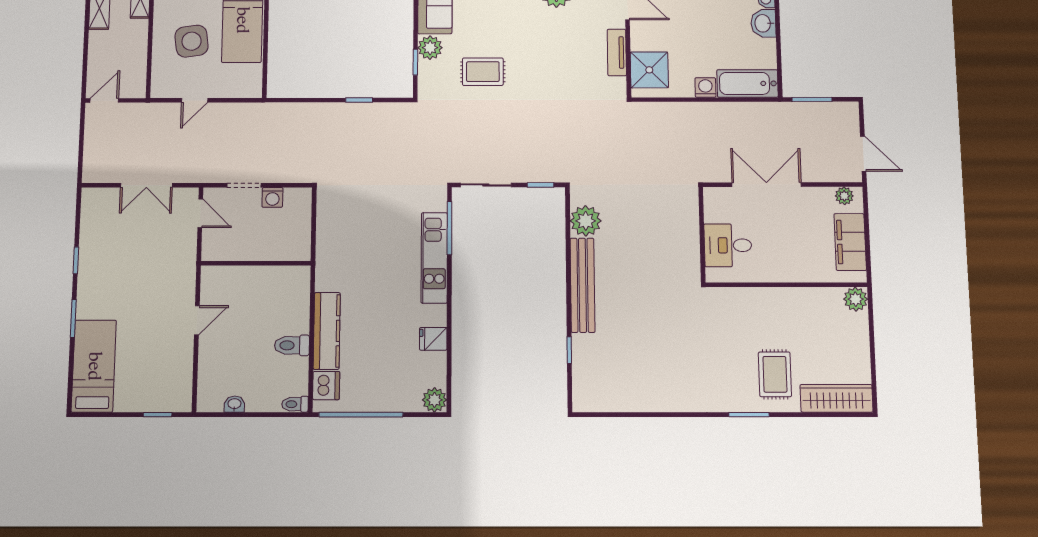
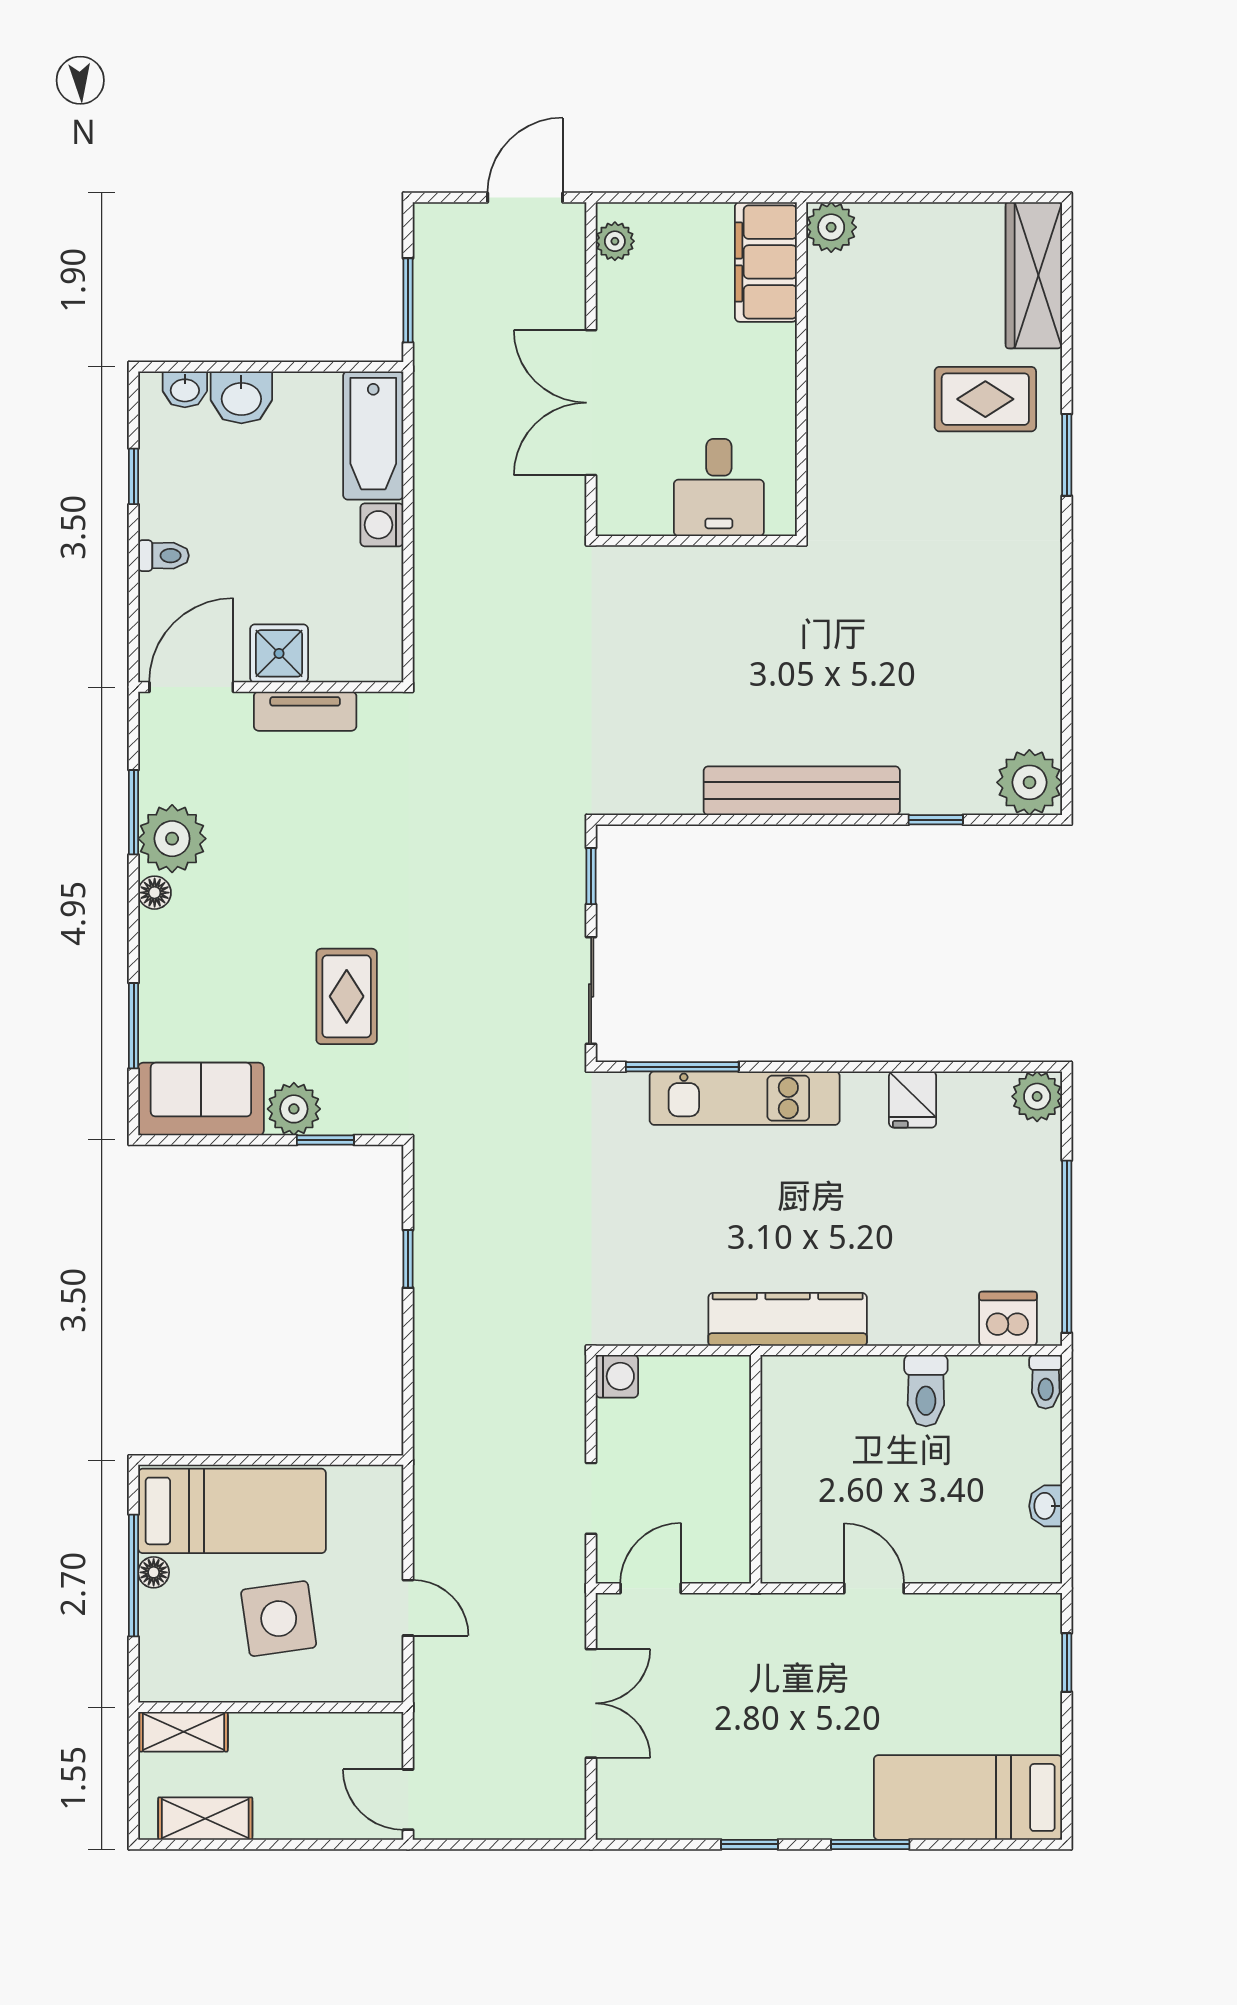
shower: (649, 70) -> (279, 653), moved, width x0.73, depth x0.73
washing machine: (272, 197) -> (617, 1376), moved
plant: (586, 221) -> (1029, 782), moved
filing cabinet: (850, 242) -> (766, 262), moved, turned 90
kitchen counter: (327, 331) -> (788, 1319), moved

